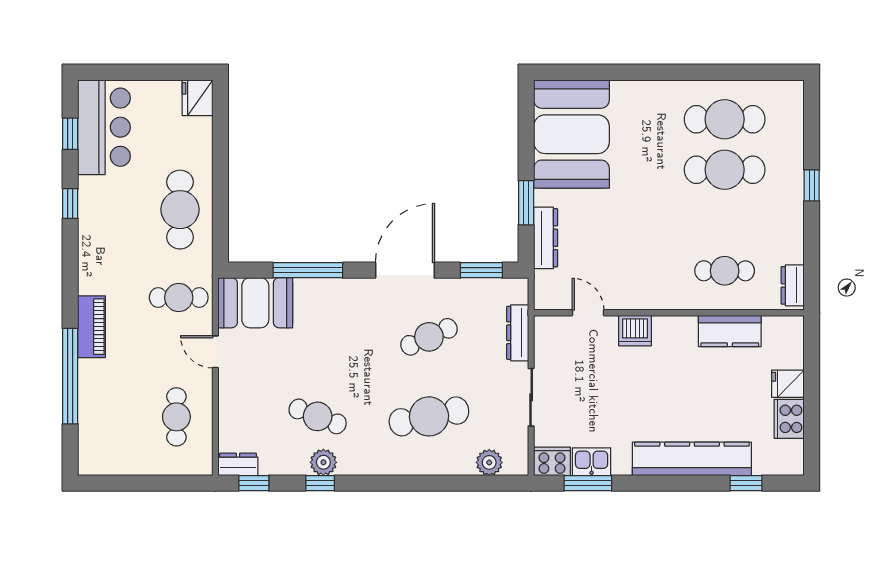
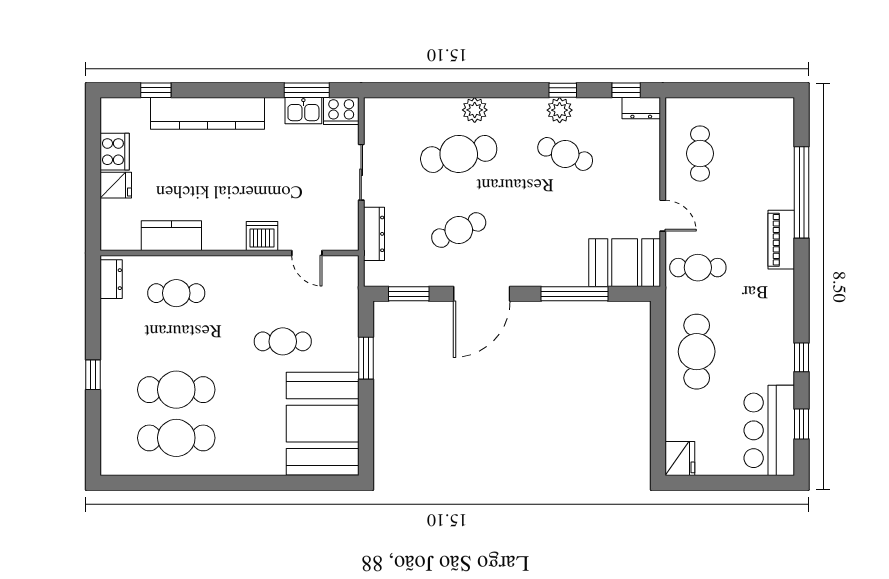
cafe table: (613, 220) -> (283, 341), added
dresser: (546, 238) -> (347, 325), removed
plant: (489, 462) -> (475, 110), moved

